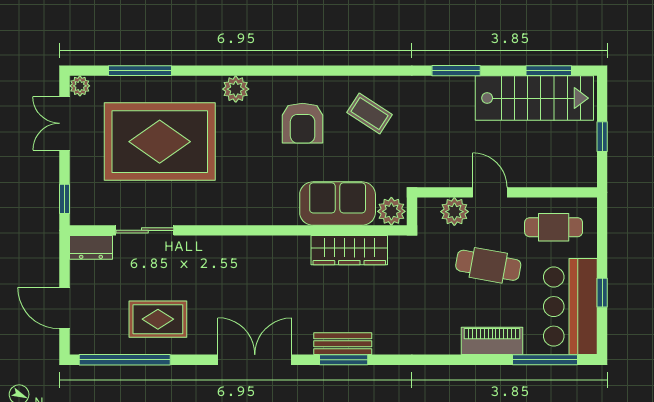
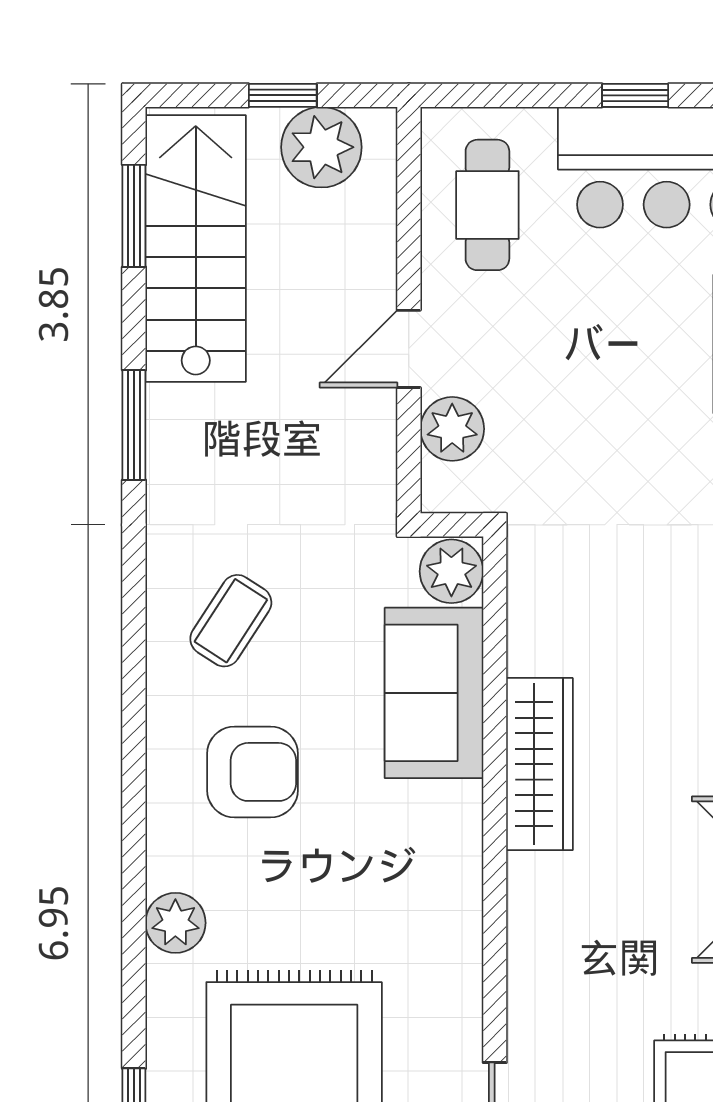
plant: (579, 154) -> (321, 147), added
wardrobe: (349, 250) -> (539, 764), moved
cafe table: (488, 265) -> (574, 353), removed

